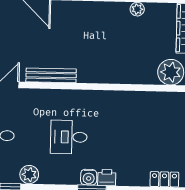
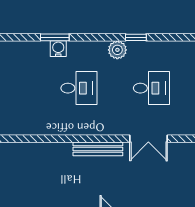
printer: (107, 178) -> (40, 49), removed

